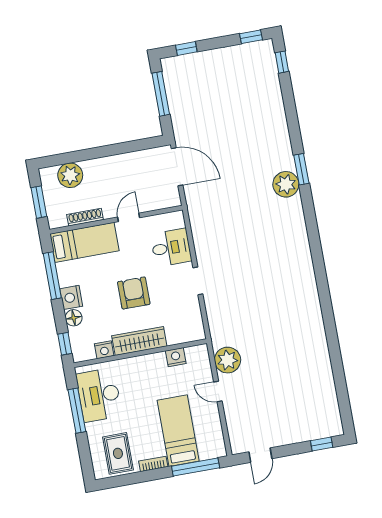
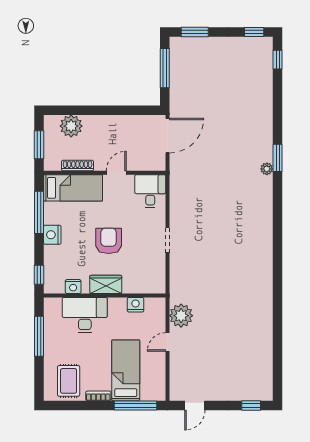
window: (186, 48) -> (195, 32), width x1.50
door: (177, 167) -> (167, 136), hinge flipped
plant: (286, 184) -> (267, 169), width x0.53, depth x0.53
desk: (171, 248) -> (150, 191), moved, turned -90
floor lamp: (74, 318) -> (51, 253), removed
wardrobe: (139, 341) -> (106, 284), width x0.67
door: (218, 391) -> (167, 342), hinge flipped
desk: (99, 395) -> (85, 315), moved, turned 90

